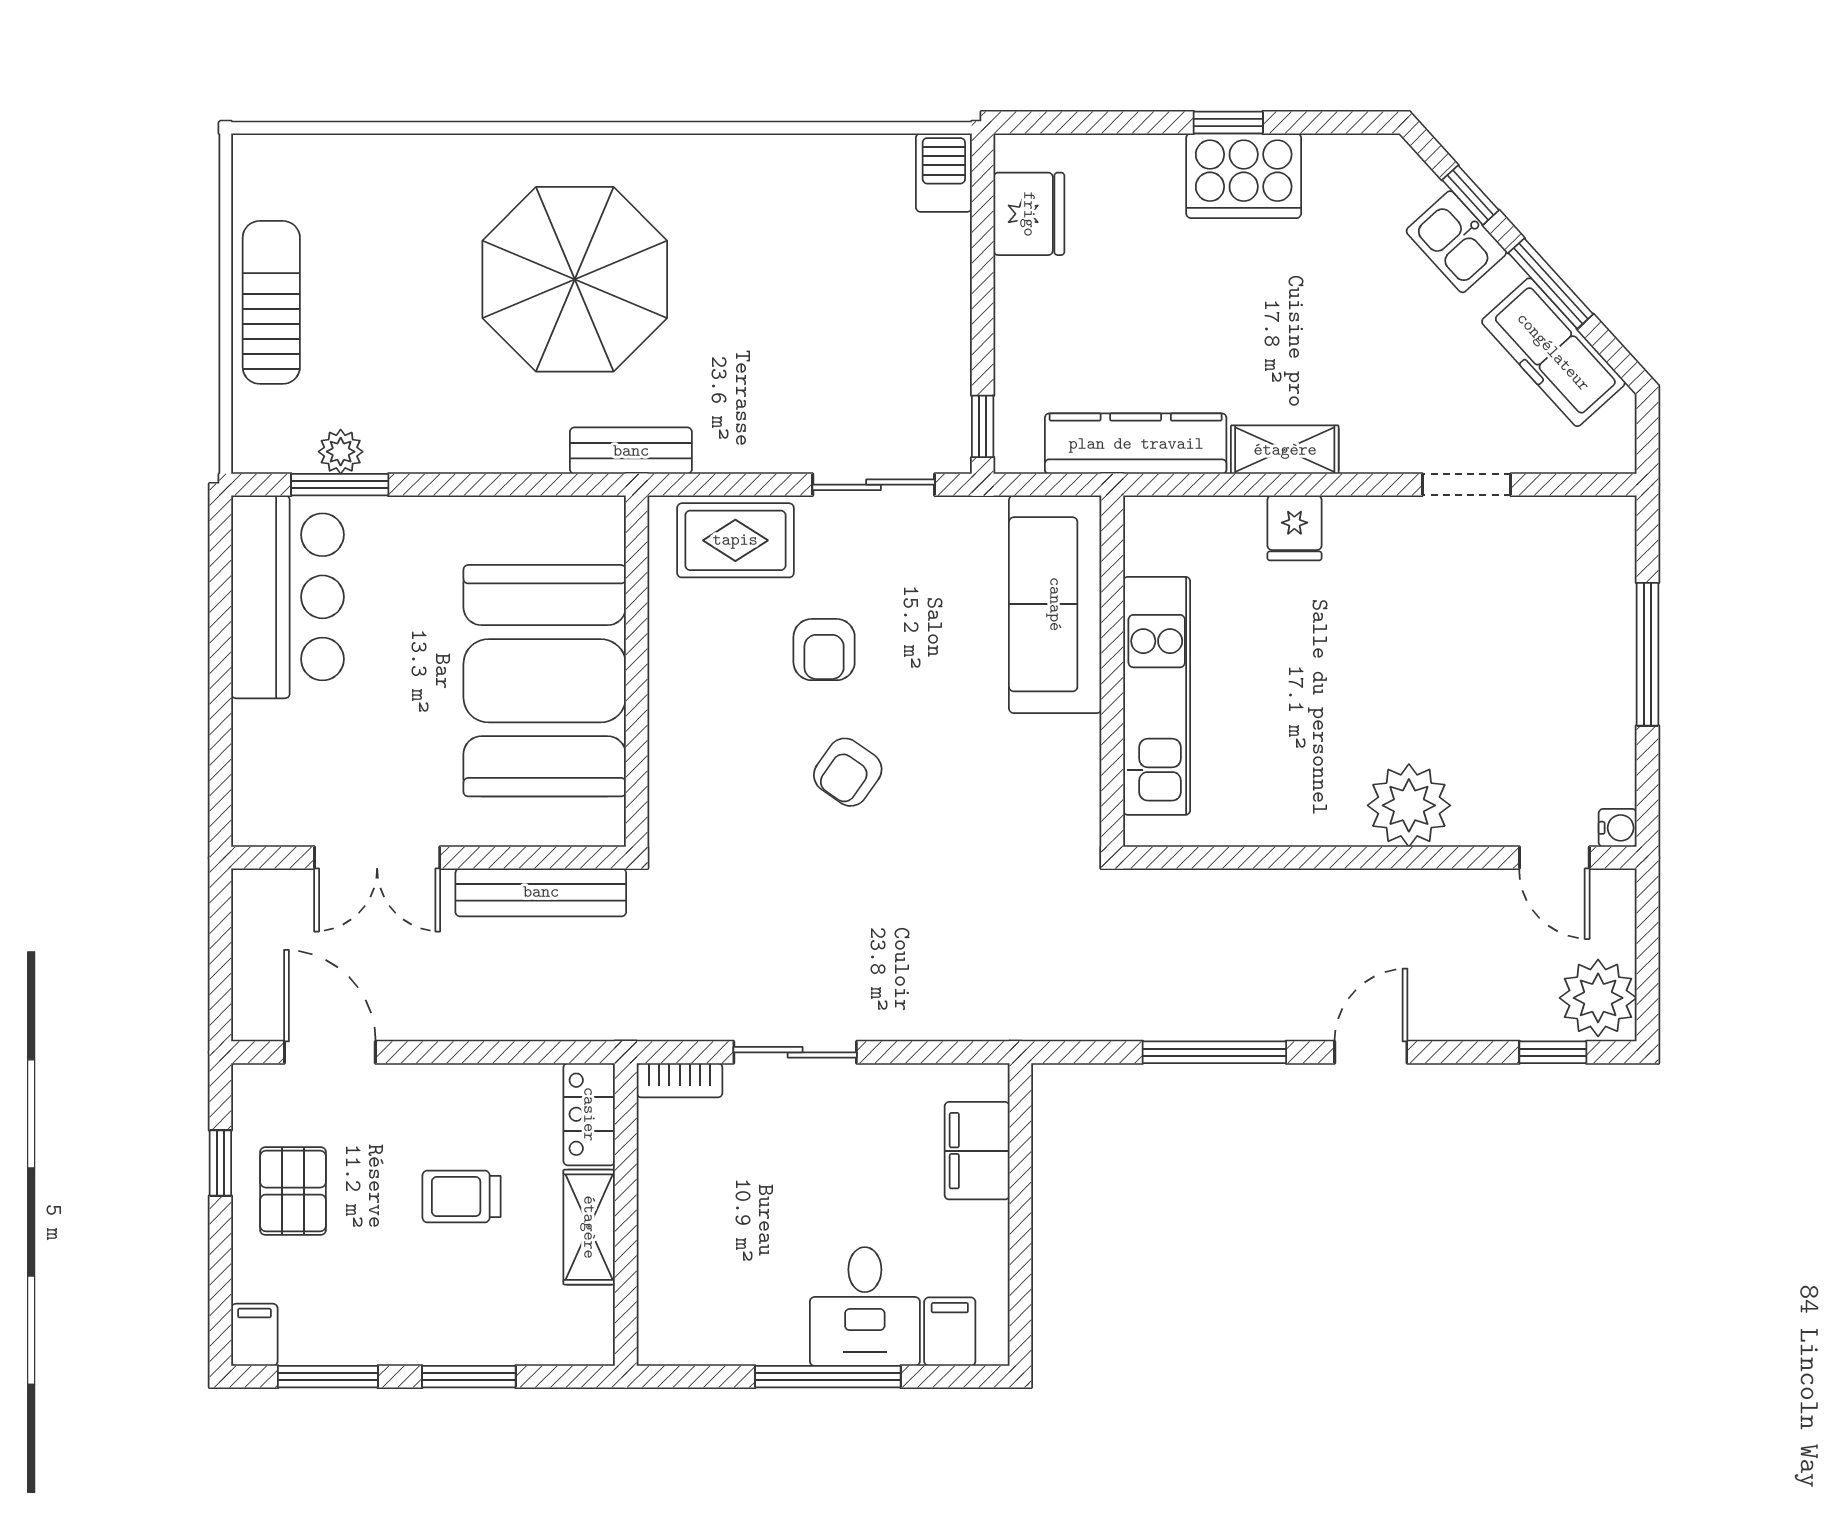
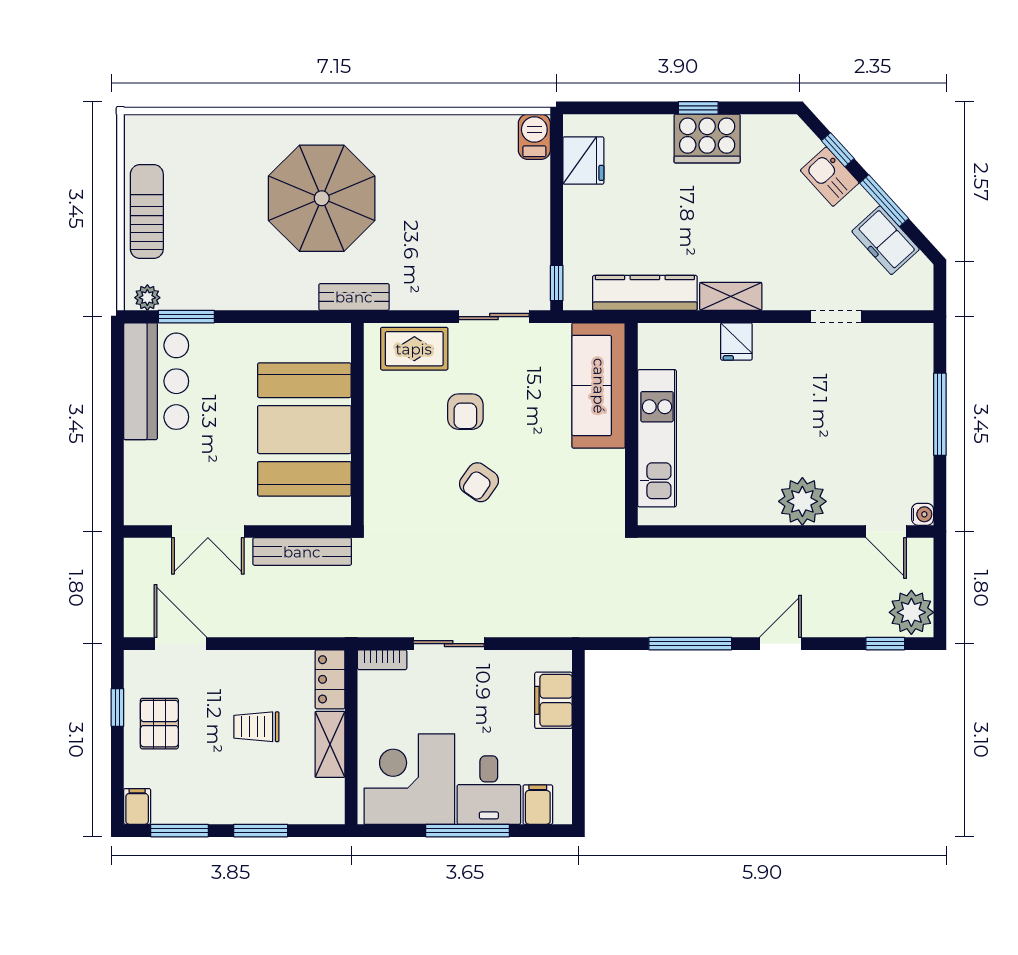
freezer: (1553, 352) -> (886, 240), width x0.71
plant: (341, 452) -> (147, 298), moved
corner desk: (727, 1287) -> (409, 779), added

